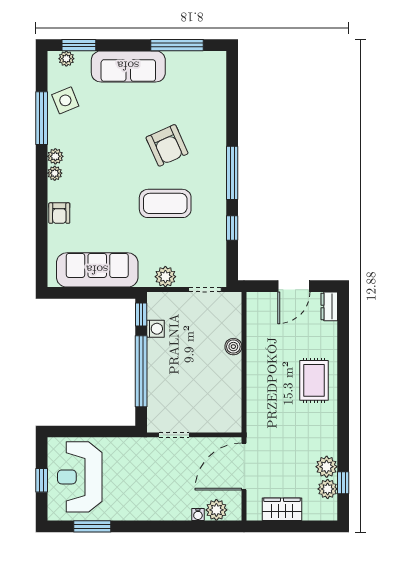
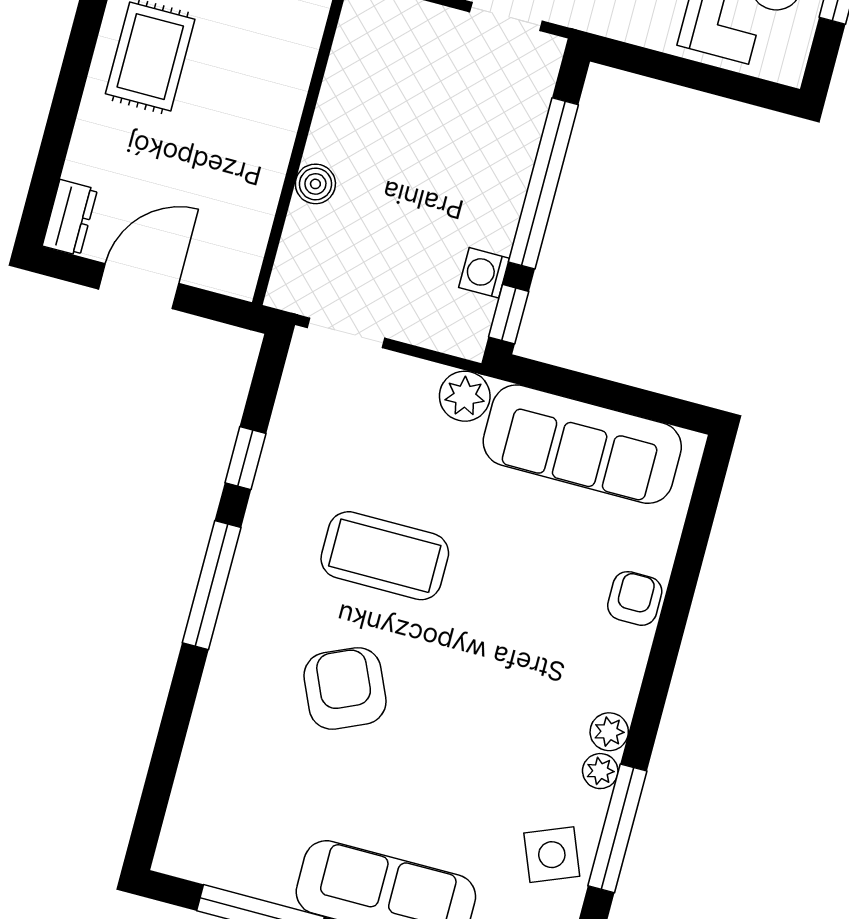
plant: (55, 173) -> (600, 771), moved
plant: (165, 277) -> (465, 396), moved

